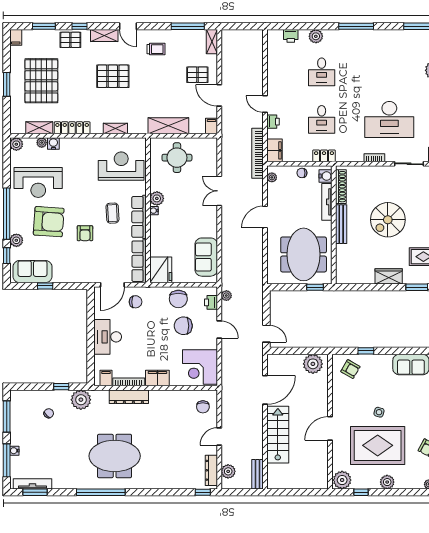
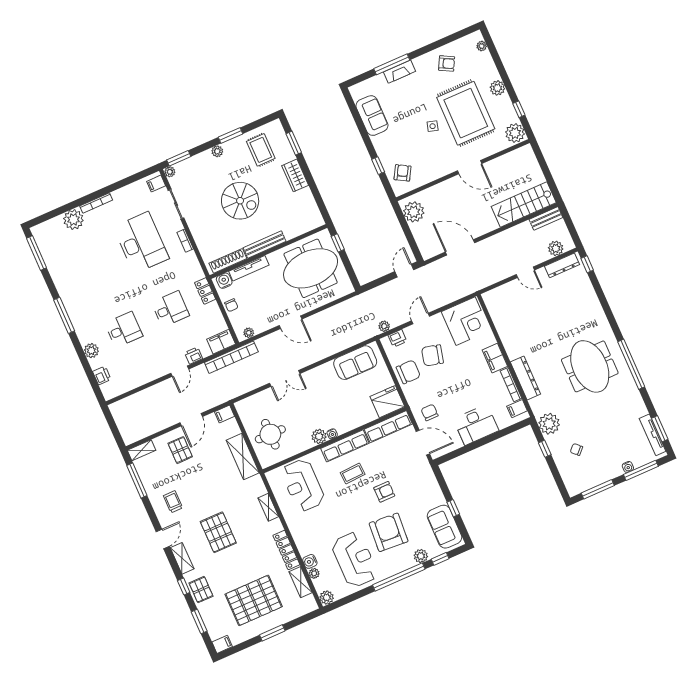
chair: (183, 326) -> (432, 355), turned 104
chair: (203, 407) -> (503, 301), removed
stairs: (278, 435) -> (524, 205), moved

